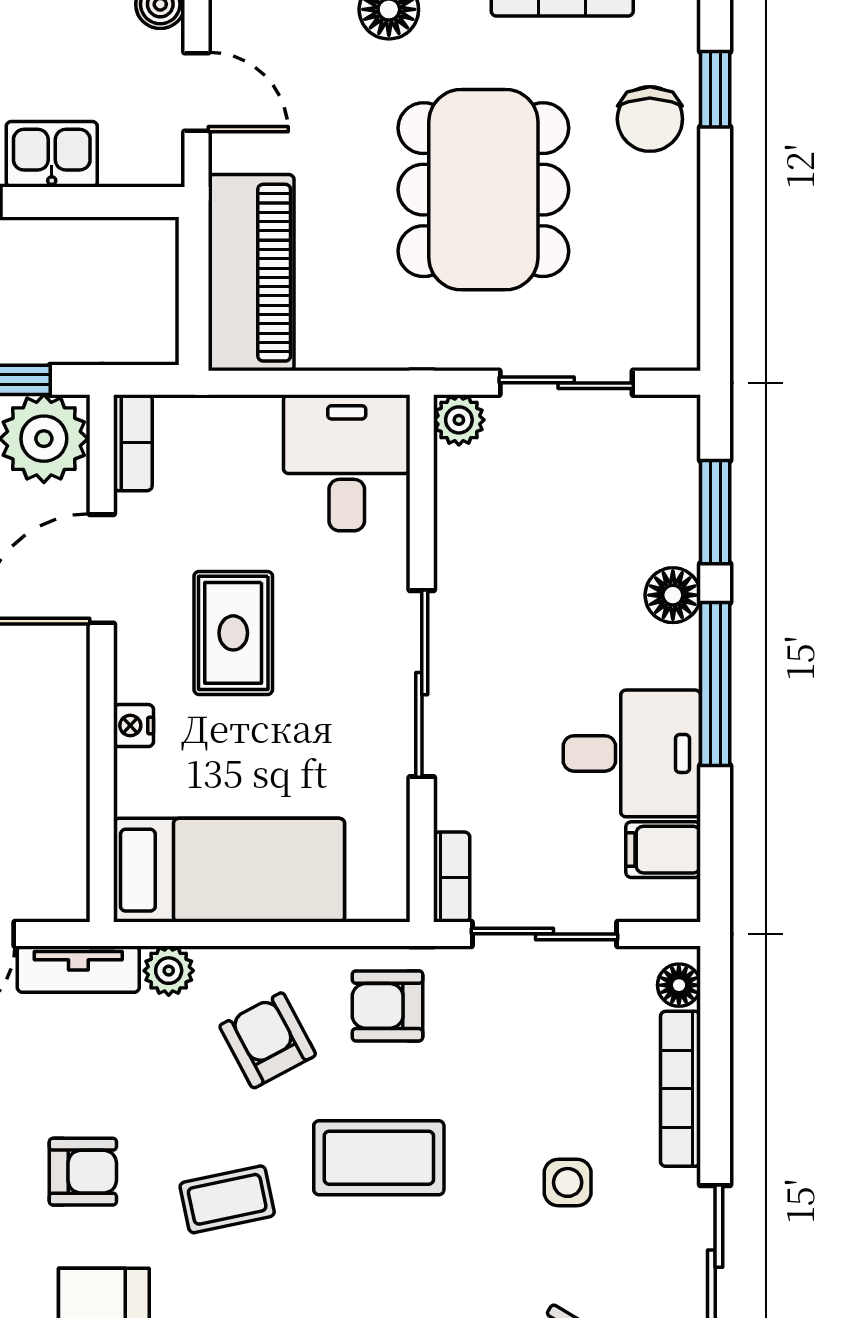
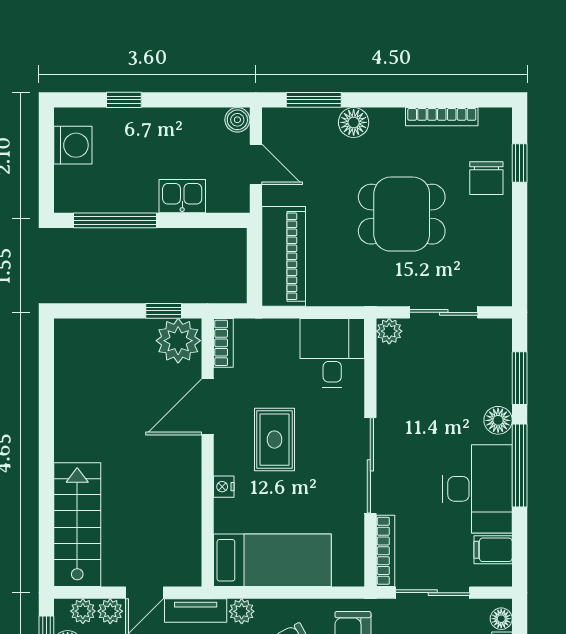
dining table: (483, 190) -> (402, 214), width x0.73
desk: (632, 753) -> (477, 489), width x1.37
bookcase: (452, 877) -> (386, 551), width x1.56

